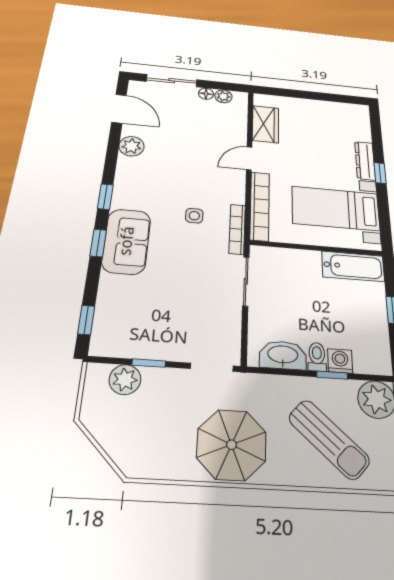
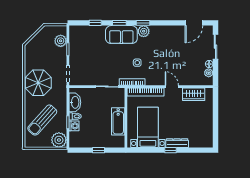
plant: (132, 146) -> (144, 31), moved
bathtub: (353, 266) -> (118, 121), moved
window: (86, 320) -> (95, 23), moved

